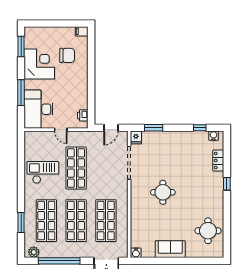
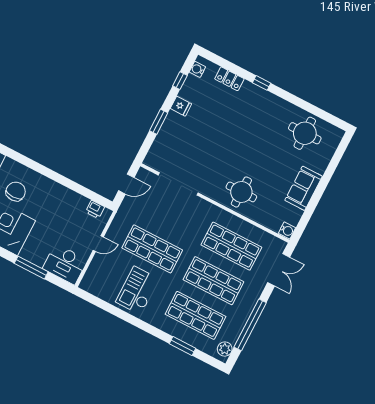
desk: (39, 109) -> (65, 264), width x0.73, depth x0.77
door: (111, 128) -> (126, 184), hinge flipped
window: (154, 128) -> (159, 122), moved
fridge: (136, 137) -> (181, 106), moved
round table: (163, 192) -> (241, 192), moved

